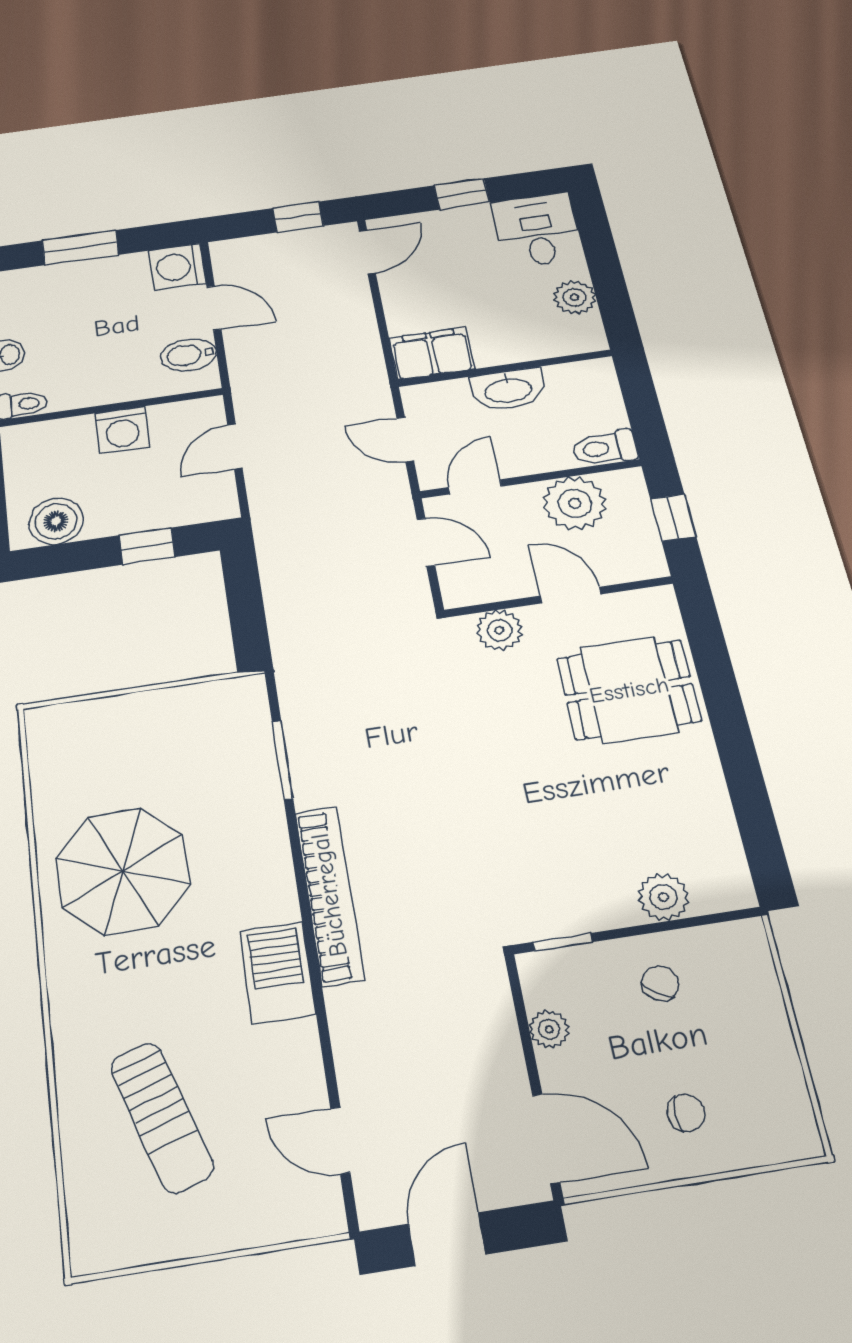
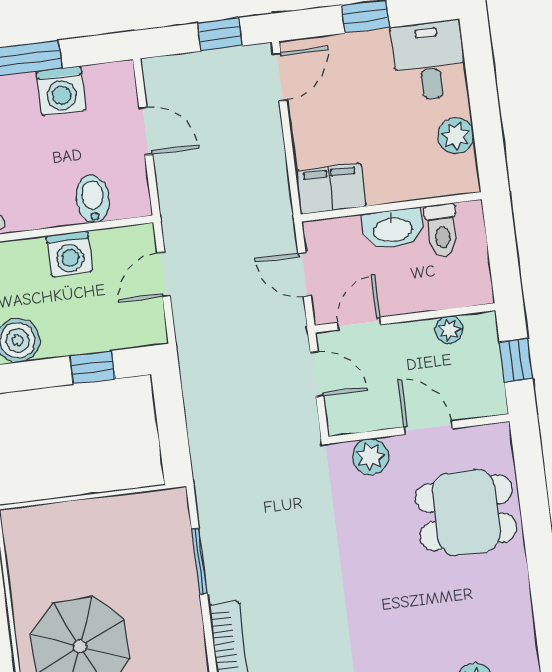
washing machine: (178, 267) -> (61, 91), moved, turned -90
bidet: (189, 355) -> (93, 199), moved, turned 90
toilet: (604, 448) -> (442, 230), moved, turned -90
plant: (575, 503) -> (449, 330), width x0.53, depth x0.53

